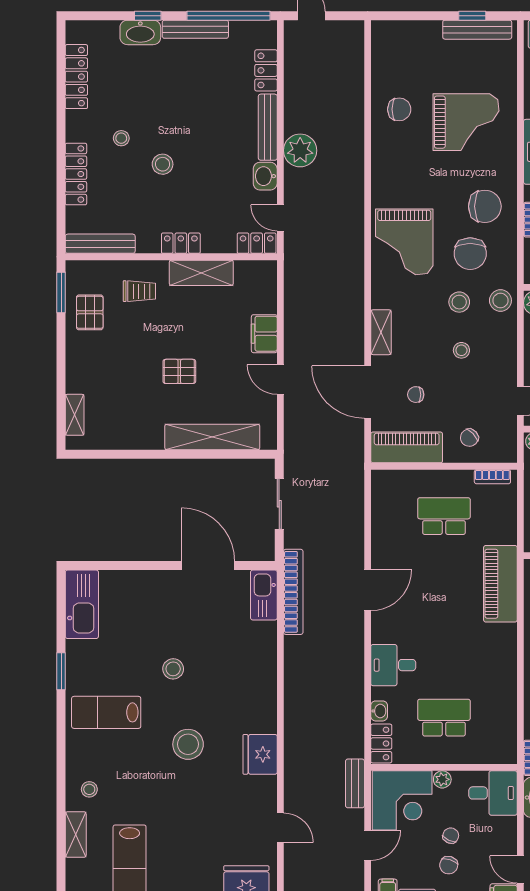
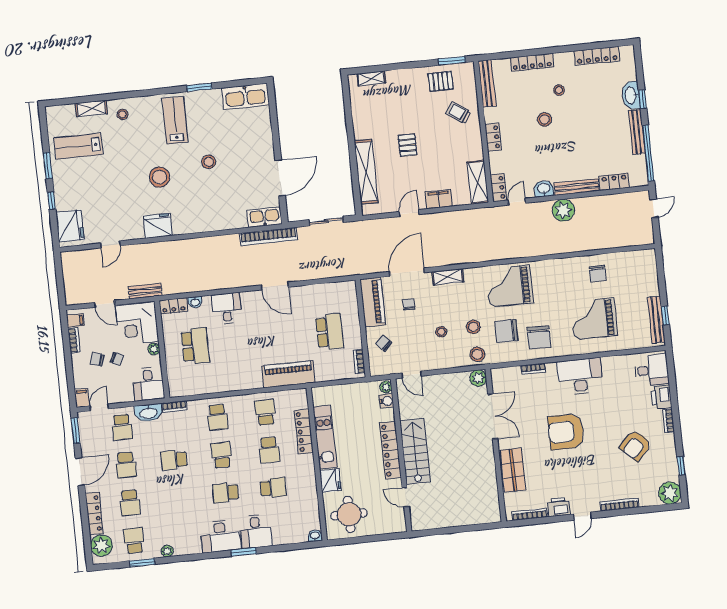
grand piano: (466, 122) -> (594, 319), turned 90
shelving: (201, 273) -> (478, 182), moved
trolley: (139, 291) -> (458, 113), turned 125

